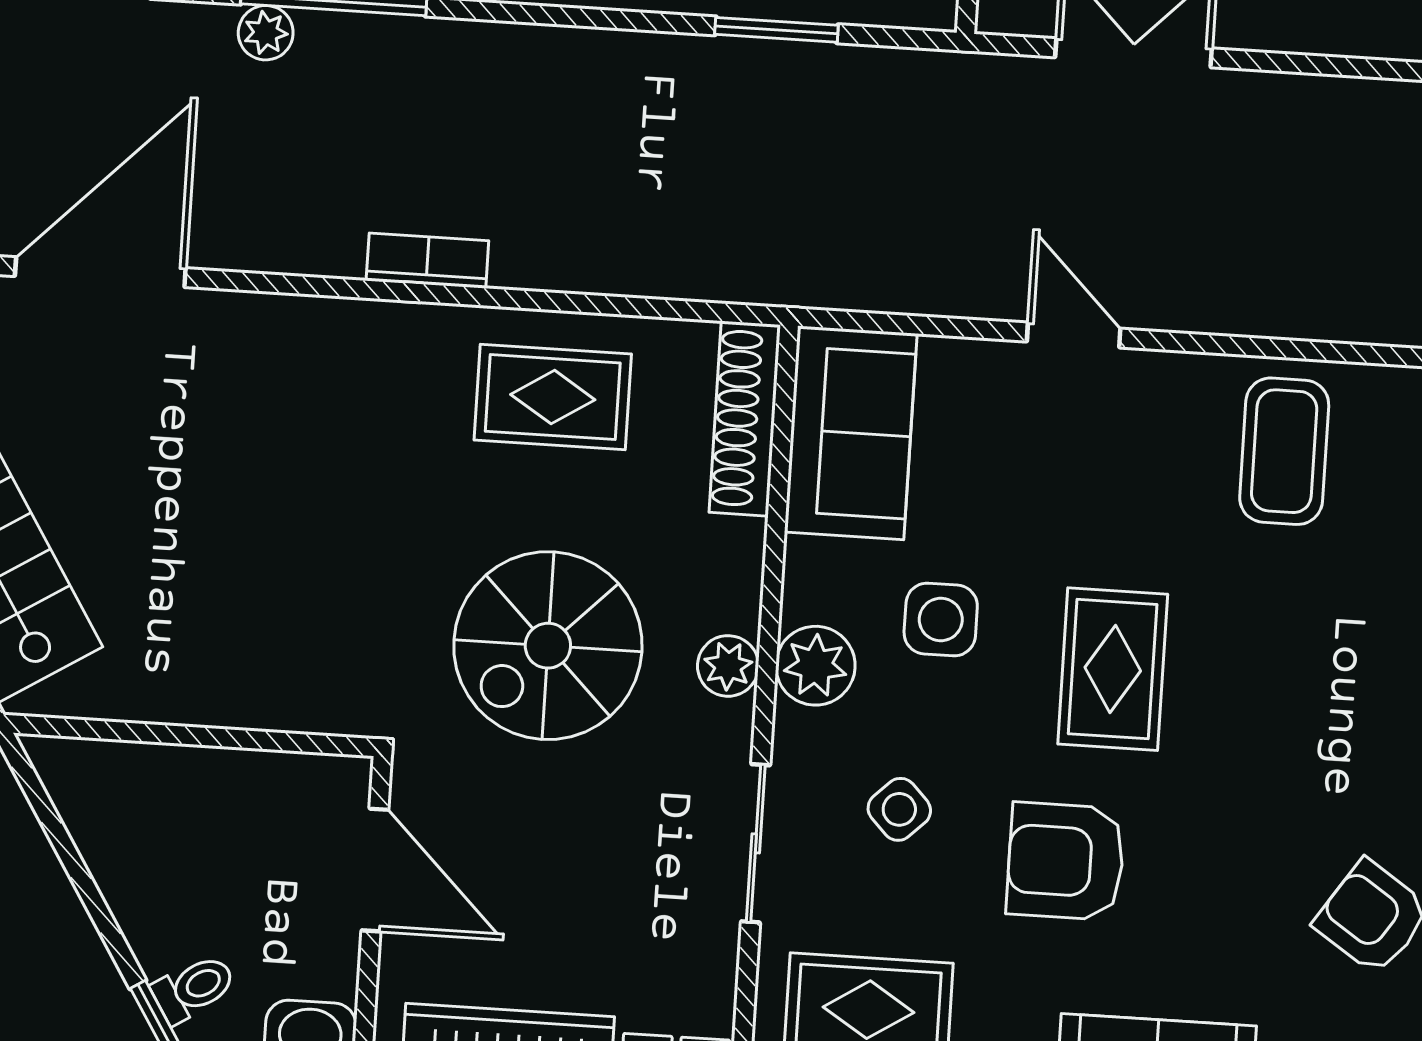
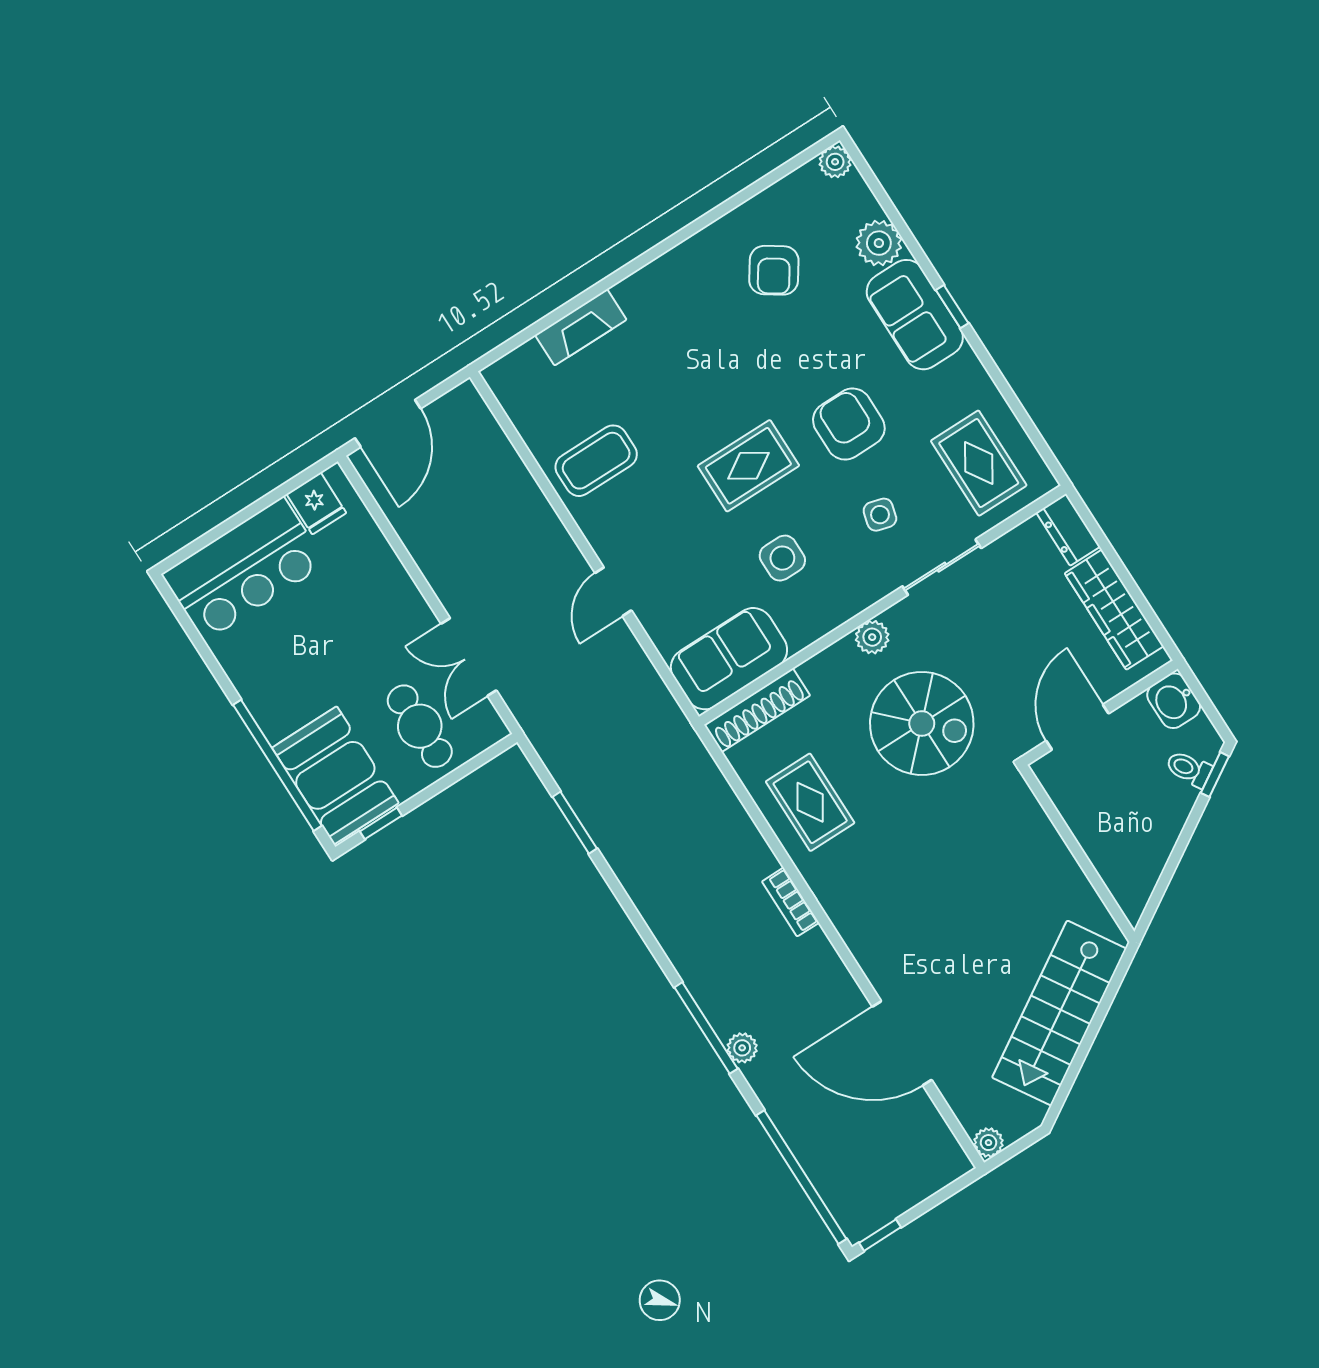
plant: (815, 666) -> (844, 599), removed
side table: (899, 809) -> (880, 515), turned -31
armchair: (1066, 861) -> (849, 424), turned 180

